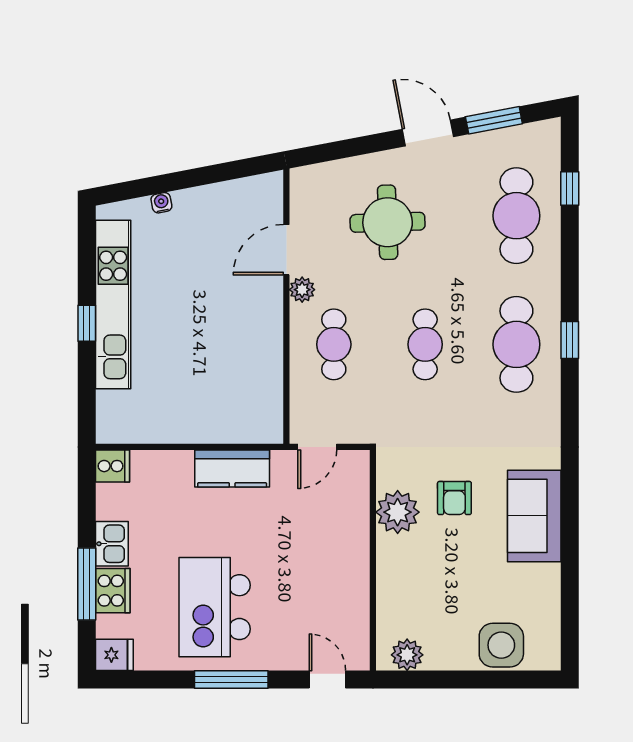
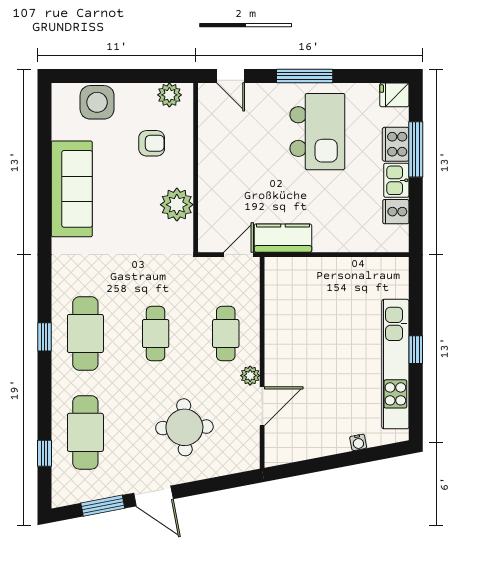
cooker: (113, 466) -> (396, 212), moved
kitchen counter: (232, 469) -> (283, 238), moved
armchair: (454, 498) -> (152, 143), moved, turned 90
sofa: (534, 516) -> (72, 189), width x1.36

